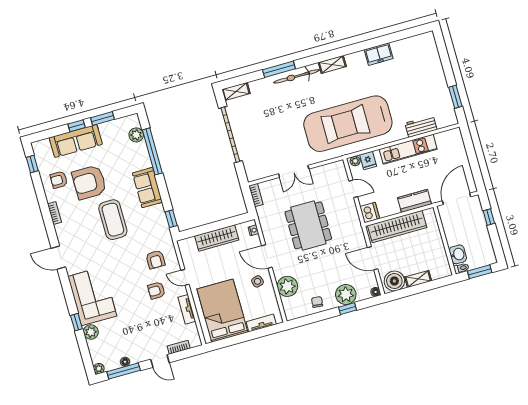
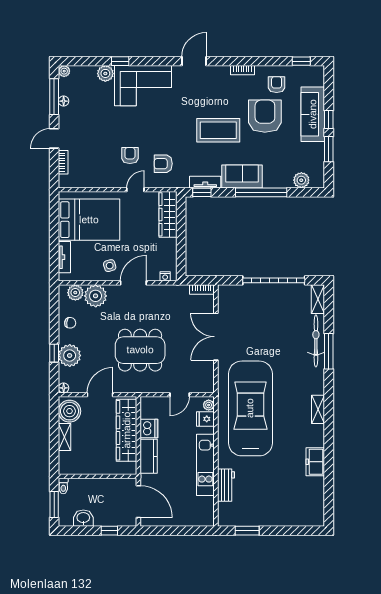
bicycle: (296, 76) -> (316, 341), moved
window: (152, 151) -> (261, 192), moved
double door: (294, 171) -> (216, 337), width x1.37
dishwasher: (370, 213) -> (149, 428), moved, turned -90
dining table: (308, 225) -> (140, 350), moved
wardrobe: (217, 238) -> (168, 214), moved
washbasin: (458, 254) -> (83, 518), moved, turned 180
plant: (289, 305) -> (75, 293), added
tv unit: (187, 309) -> (205, 182), moved

